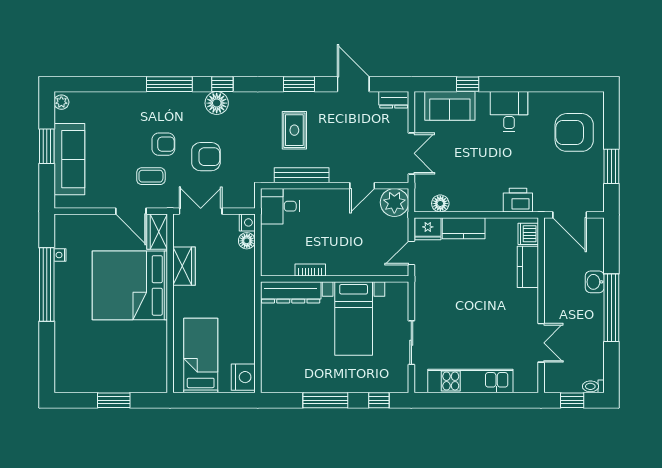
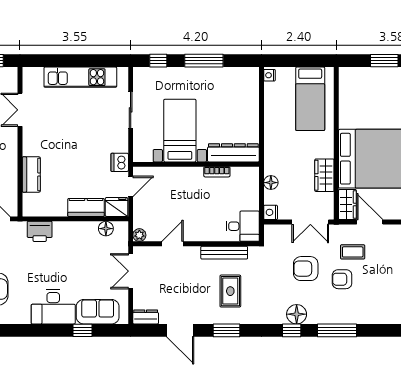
desk: (509, 112) -> (53, 307), width x1.37
plant: (394, 202) -> (139, 235), width x0.53, depth x0.53
dishwasher: (528, 234) -> (120, 162), moved, turned 180
floor lamp: (247, 241) -> (271, 183), moved
nightstand: (243, 377) -> (269, 75), width x0.53, depth x0.56

